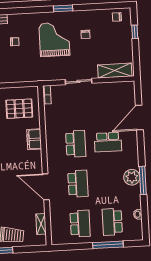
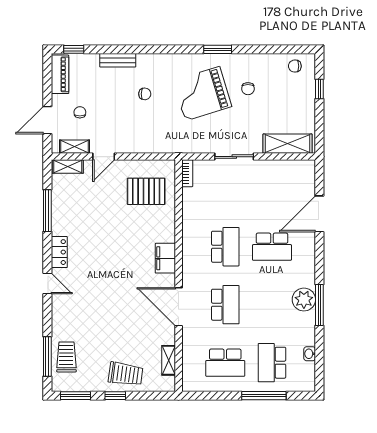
grand piano: (54, 39) -> (202, 94), turned -107
filing cabinet: (34, 139) -> (165, 258), moved
school desk: (80, 224) -> (225, 363), turned 90

